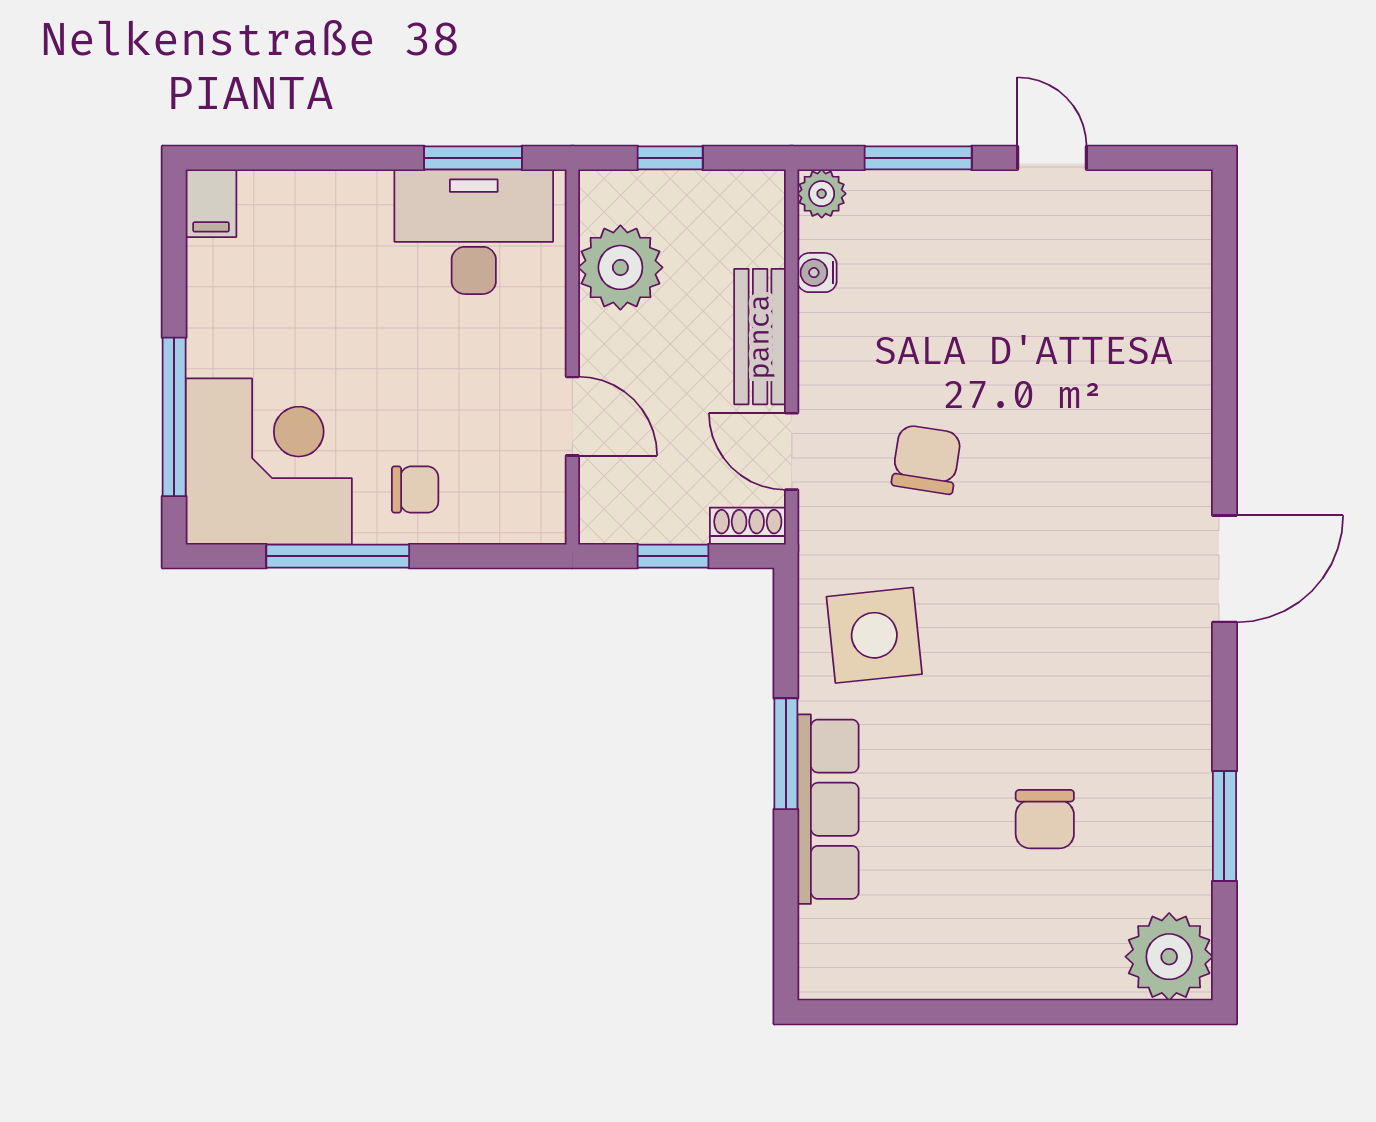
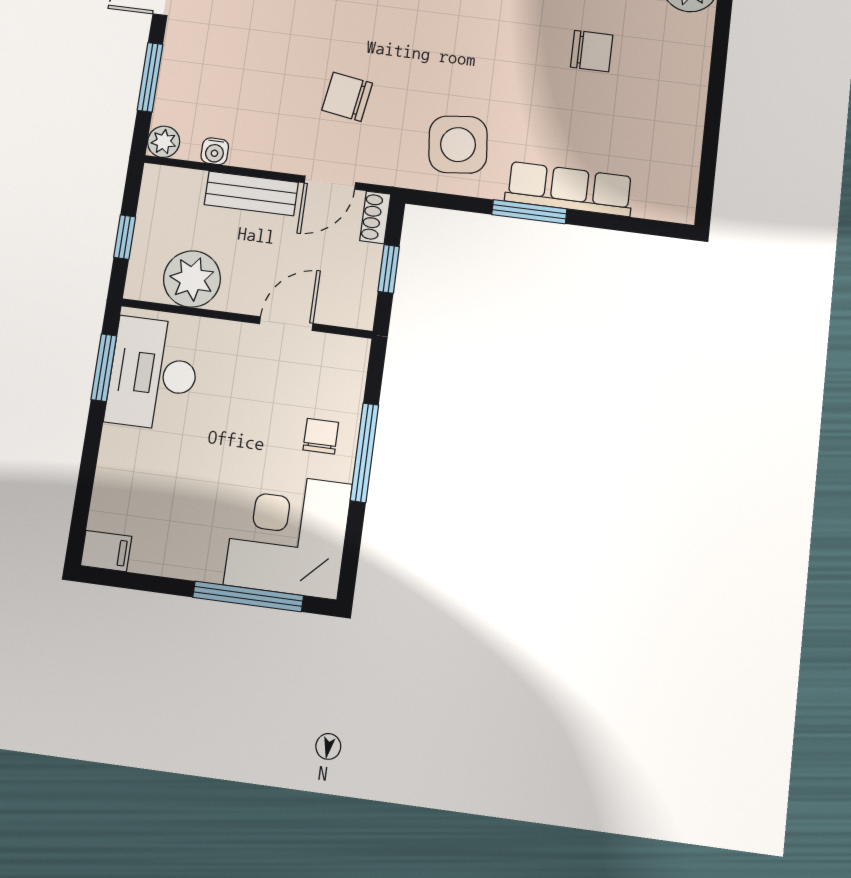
window: (338, 556) -> (364, 453), moved

